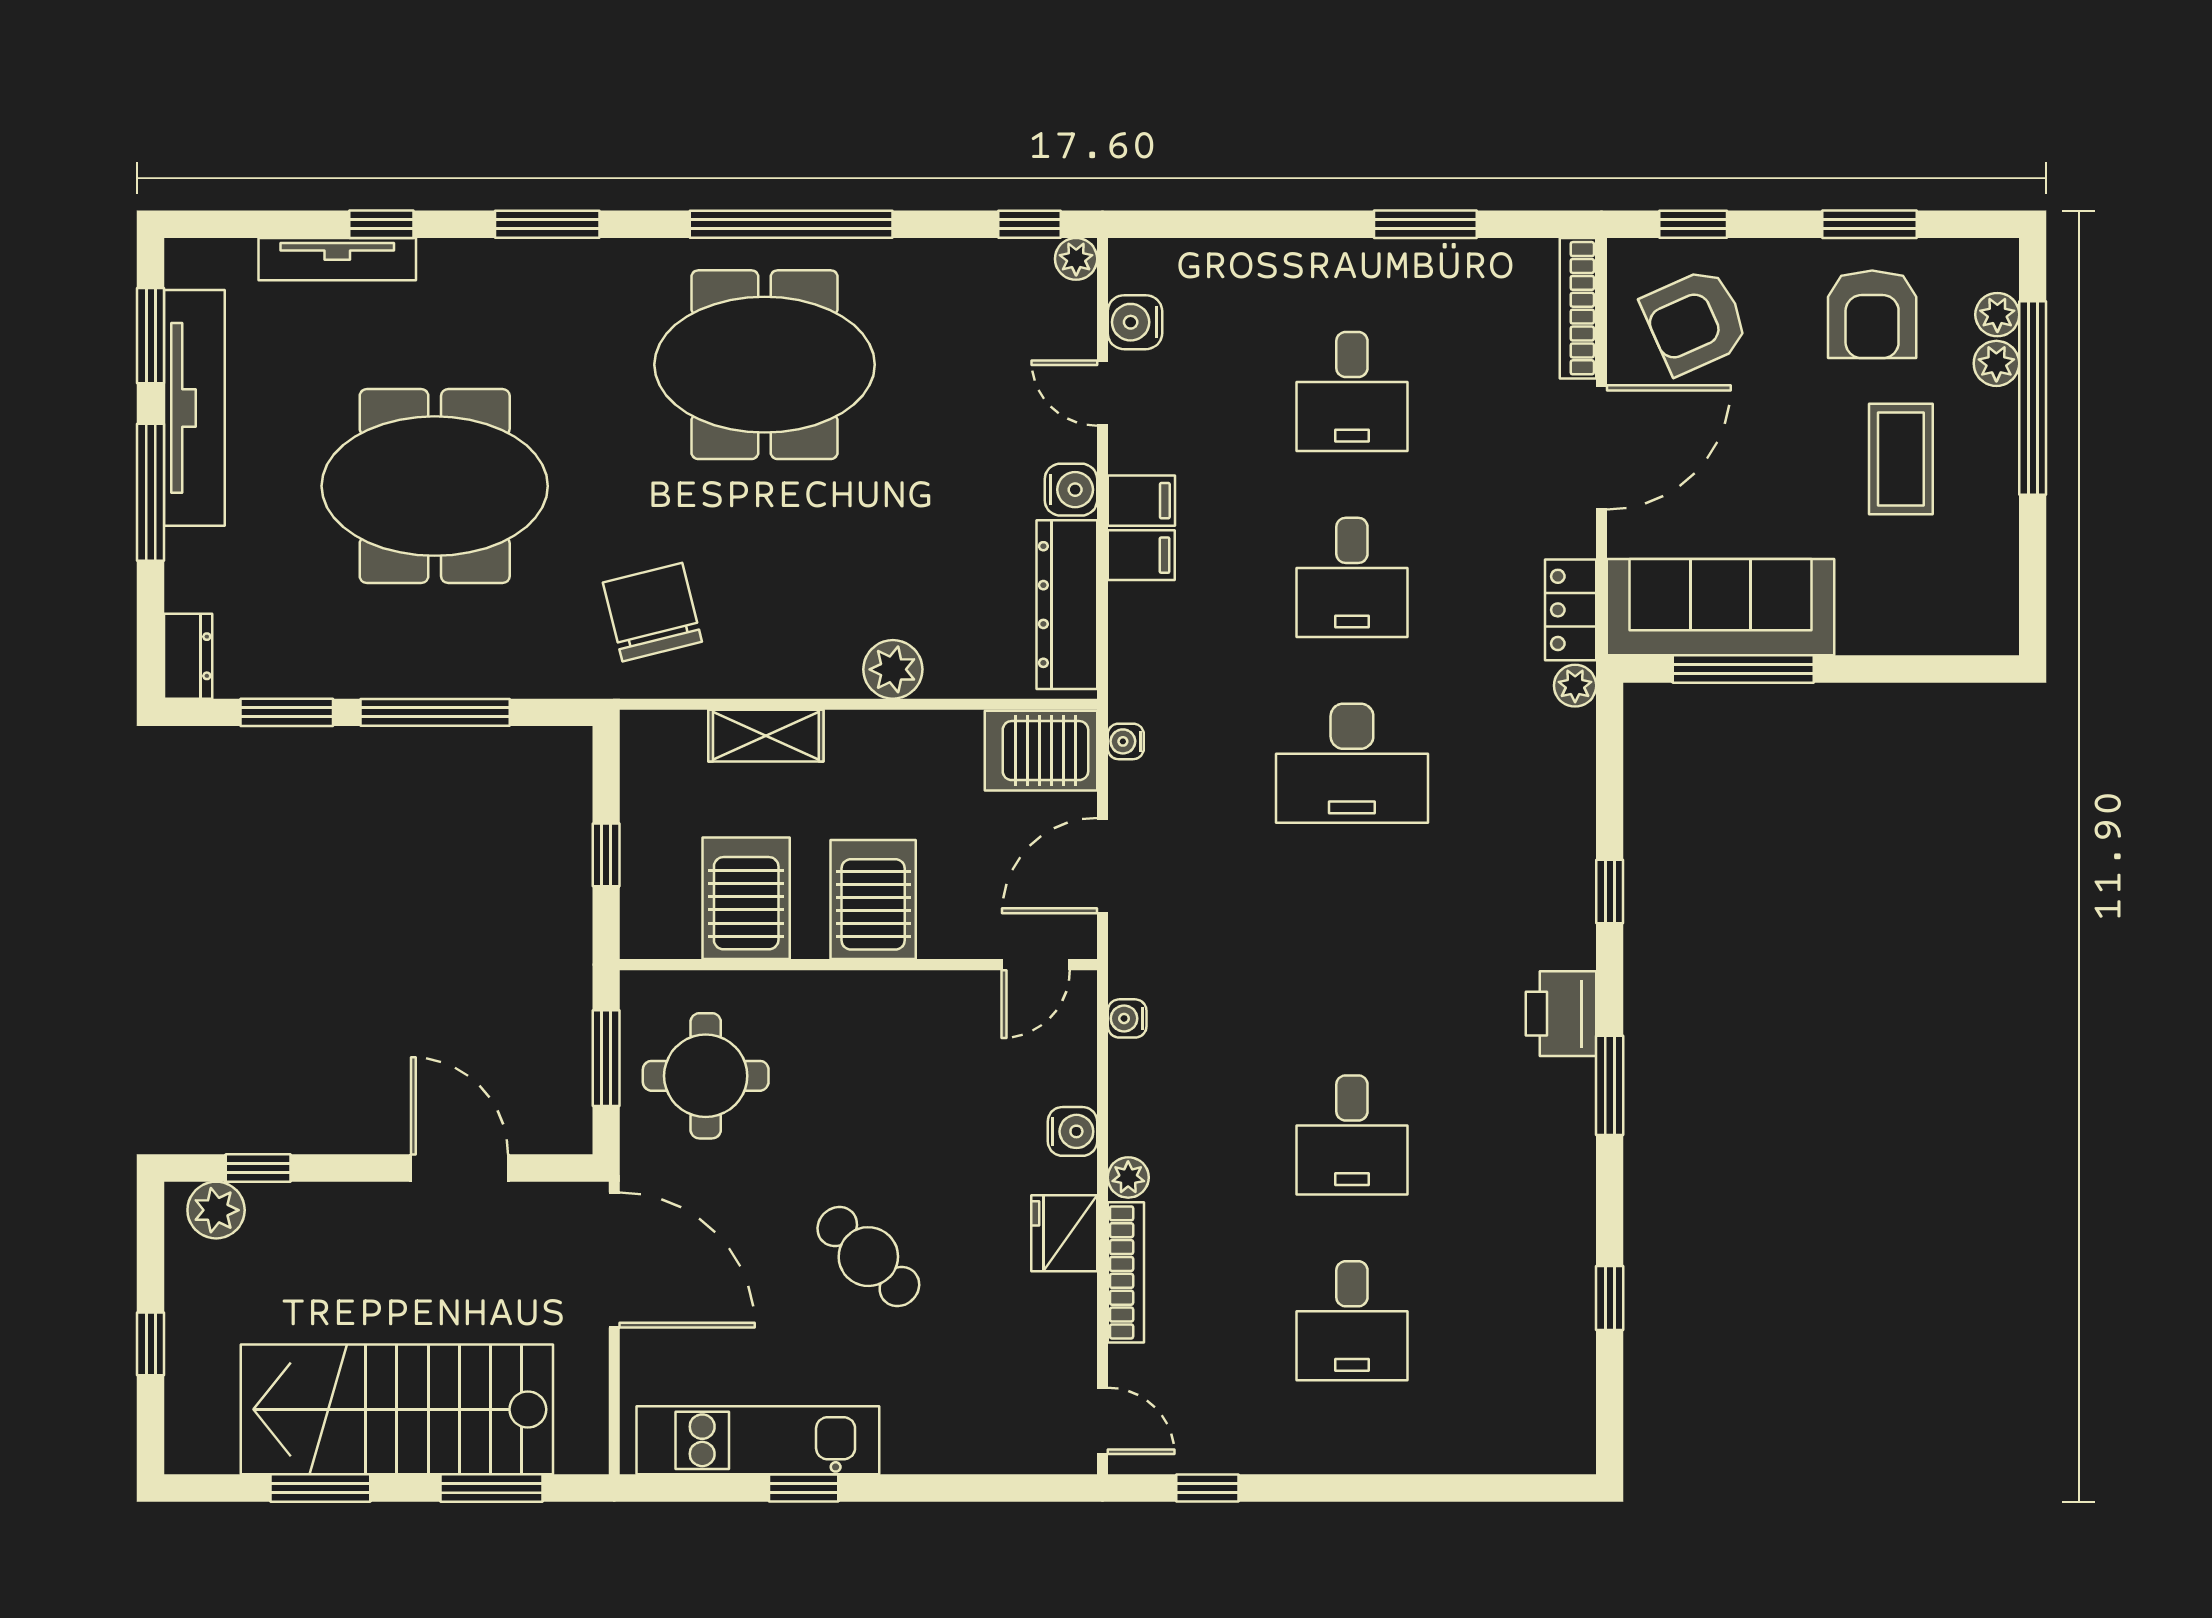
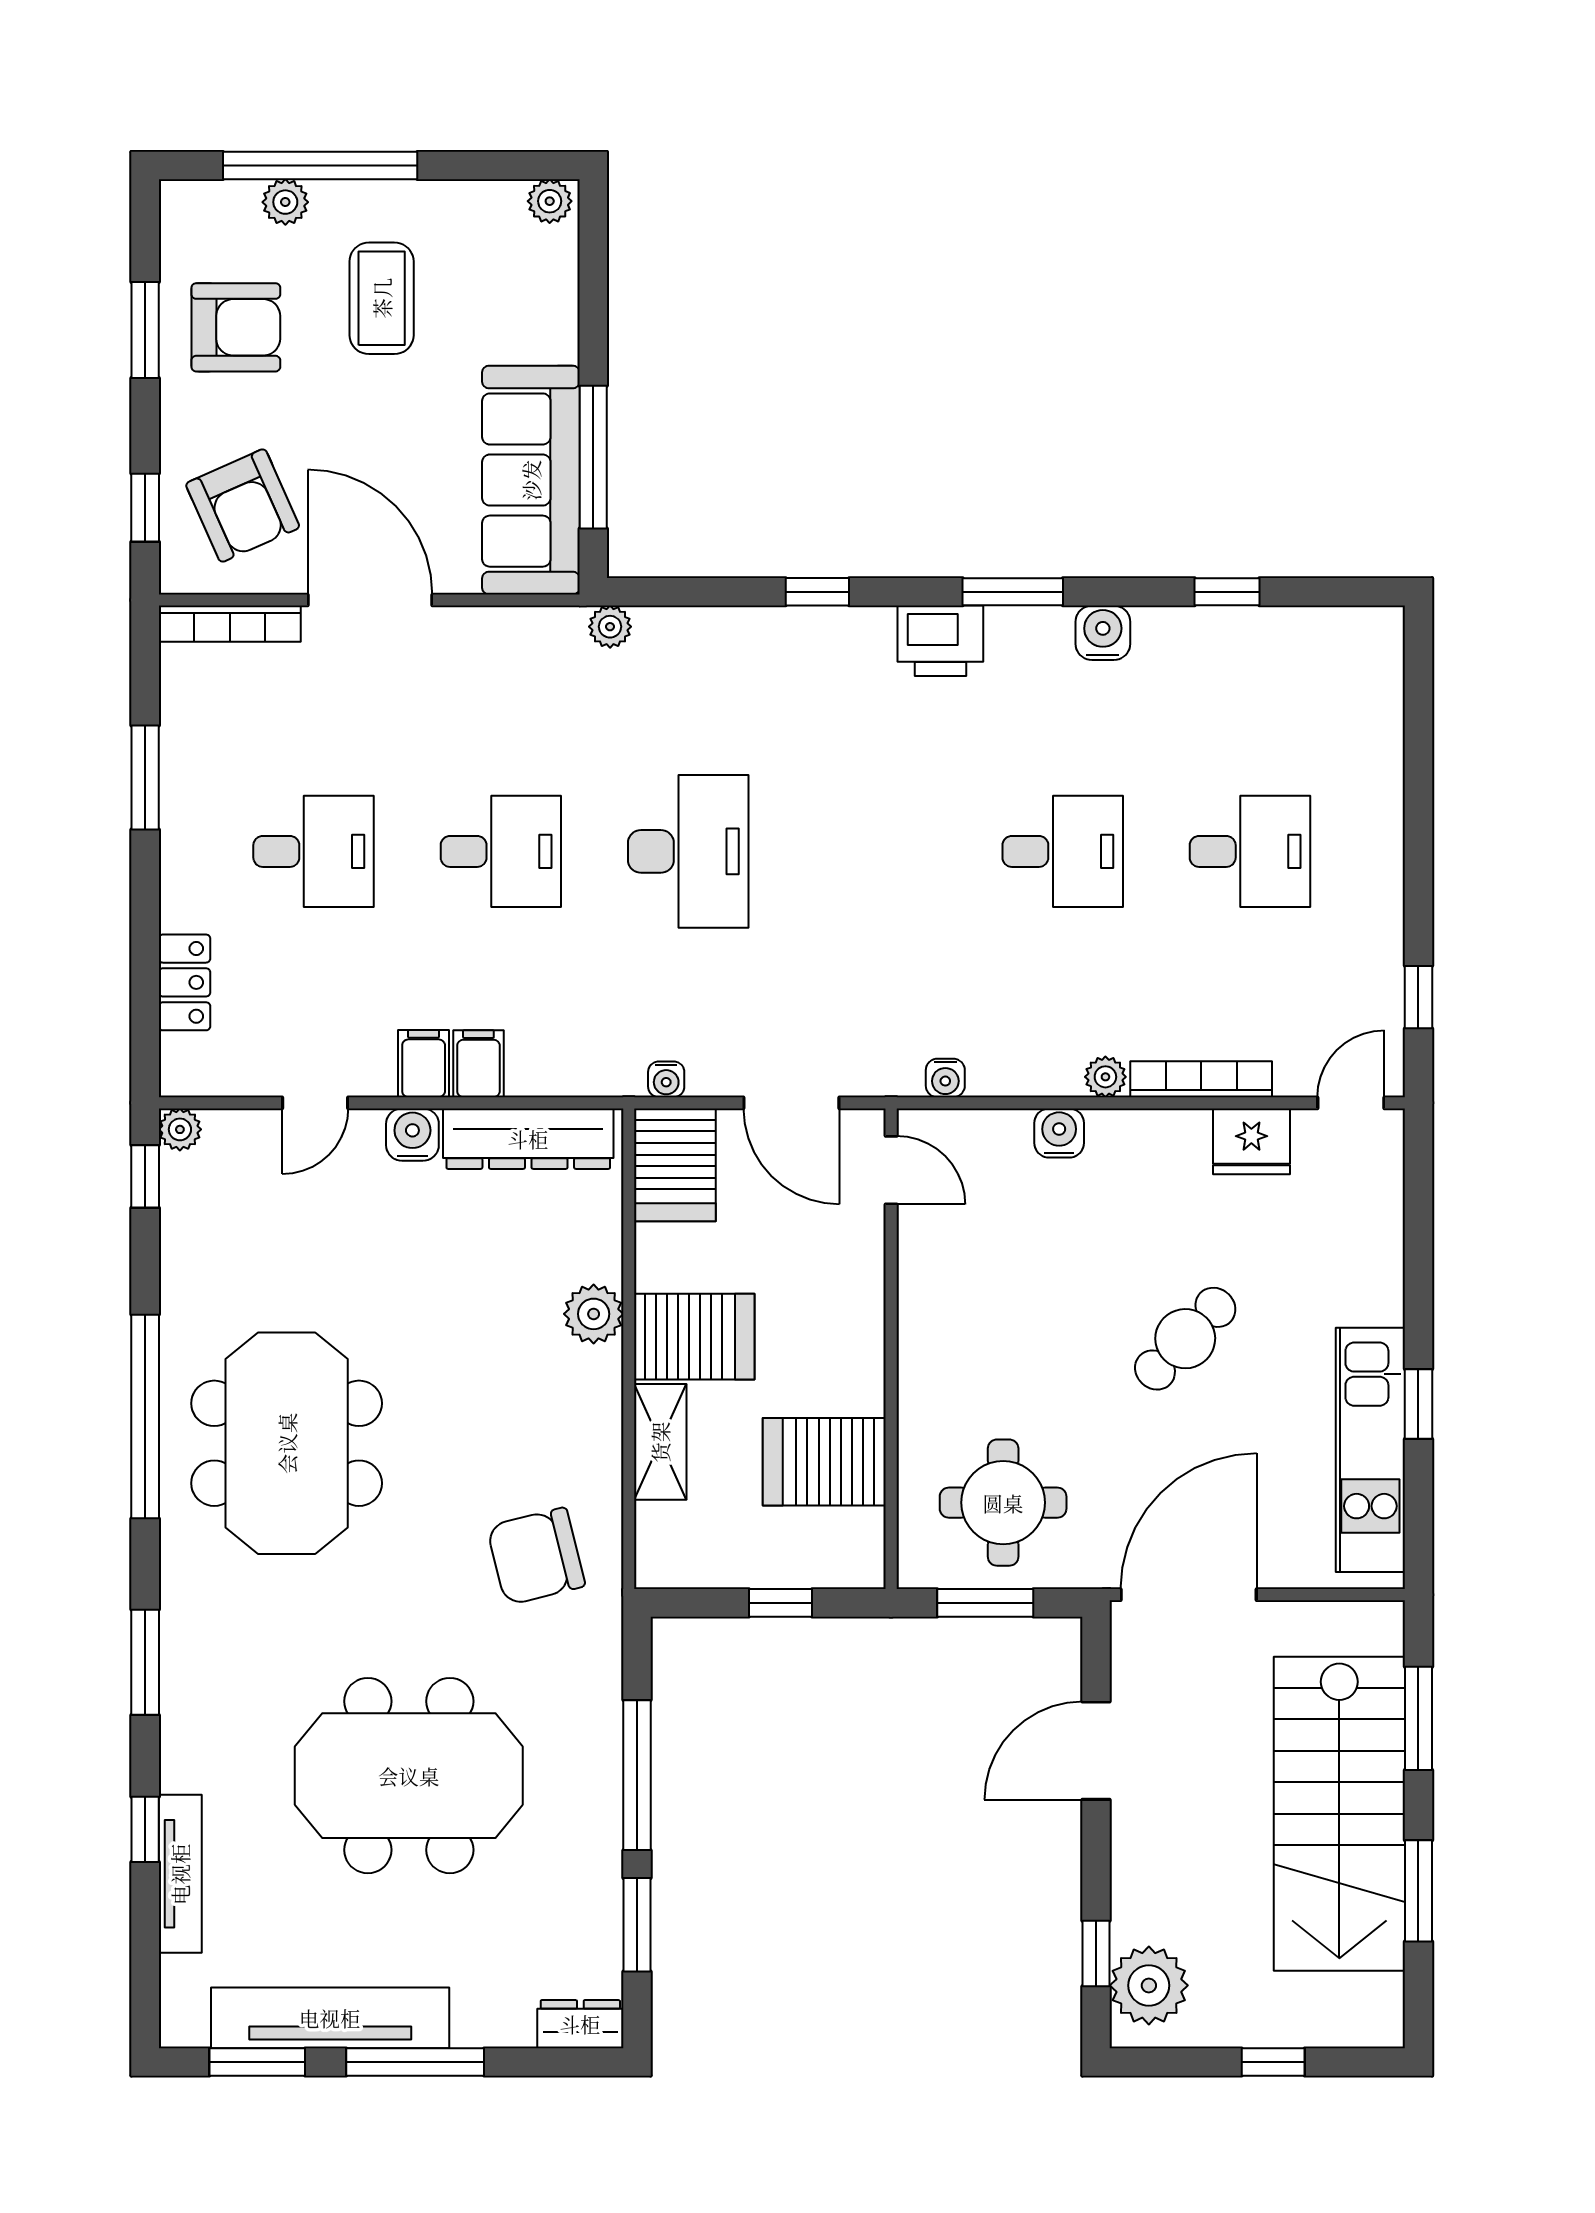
plant: (1997, 315) -> (550, 201), moved
water cooler: (1135, 322) -> (1103, 633), moved, turned 180
coffee table: (1901, 459) -> (382, 298), turned 90
meeting table: (435, 486) -> (409, 1776), turned 90
locker: (1571, 610) -> (184, 982), moved, turned -90
server rack: (873, 900) -> (694, 1337), moved, turned 180
plant: (216, 1210) -> (1149, 1985), width x1.36, depth x1.36
fridge: (1064, 1233) -> (1251, 1141), moved

